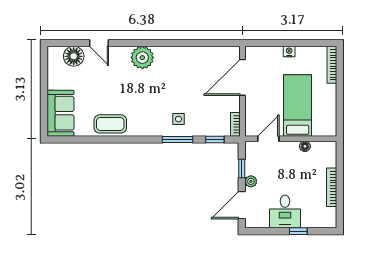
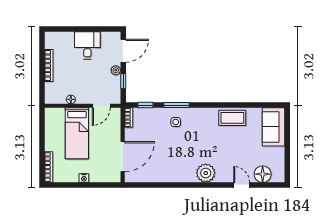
window: (298, 231) -> (76, 29), removed

